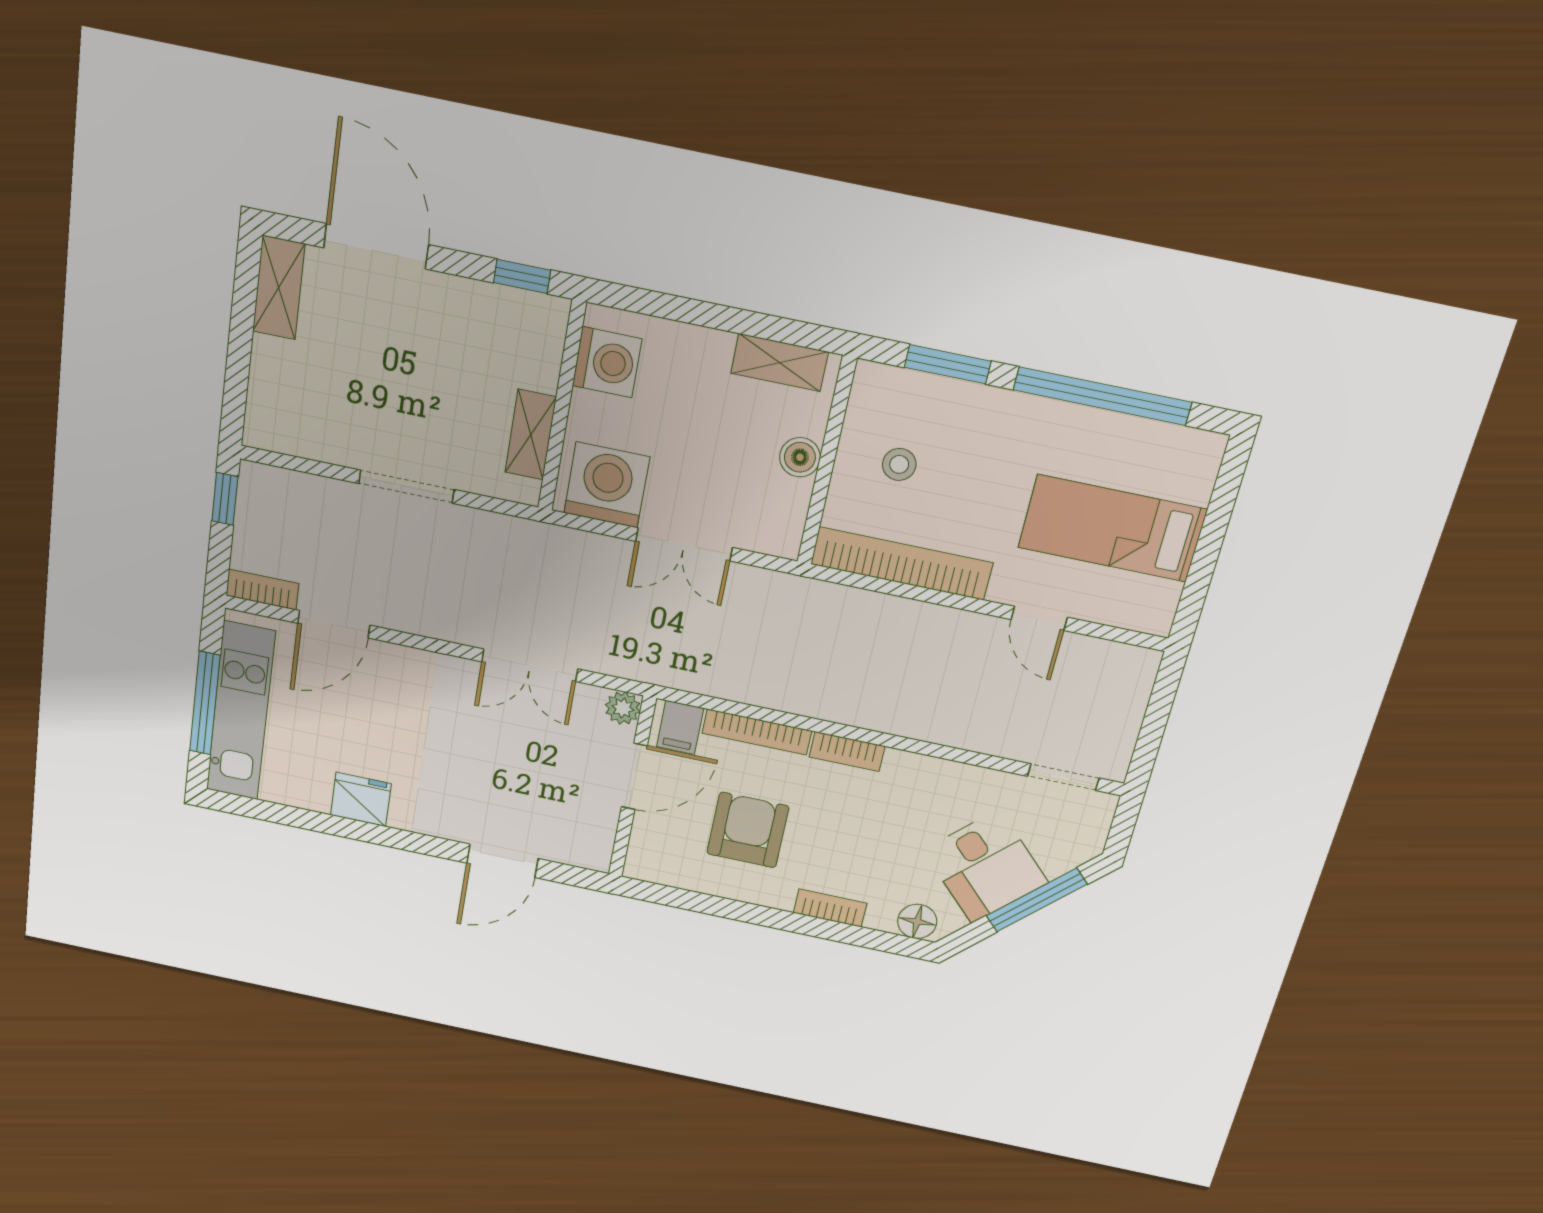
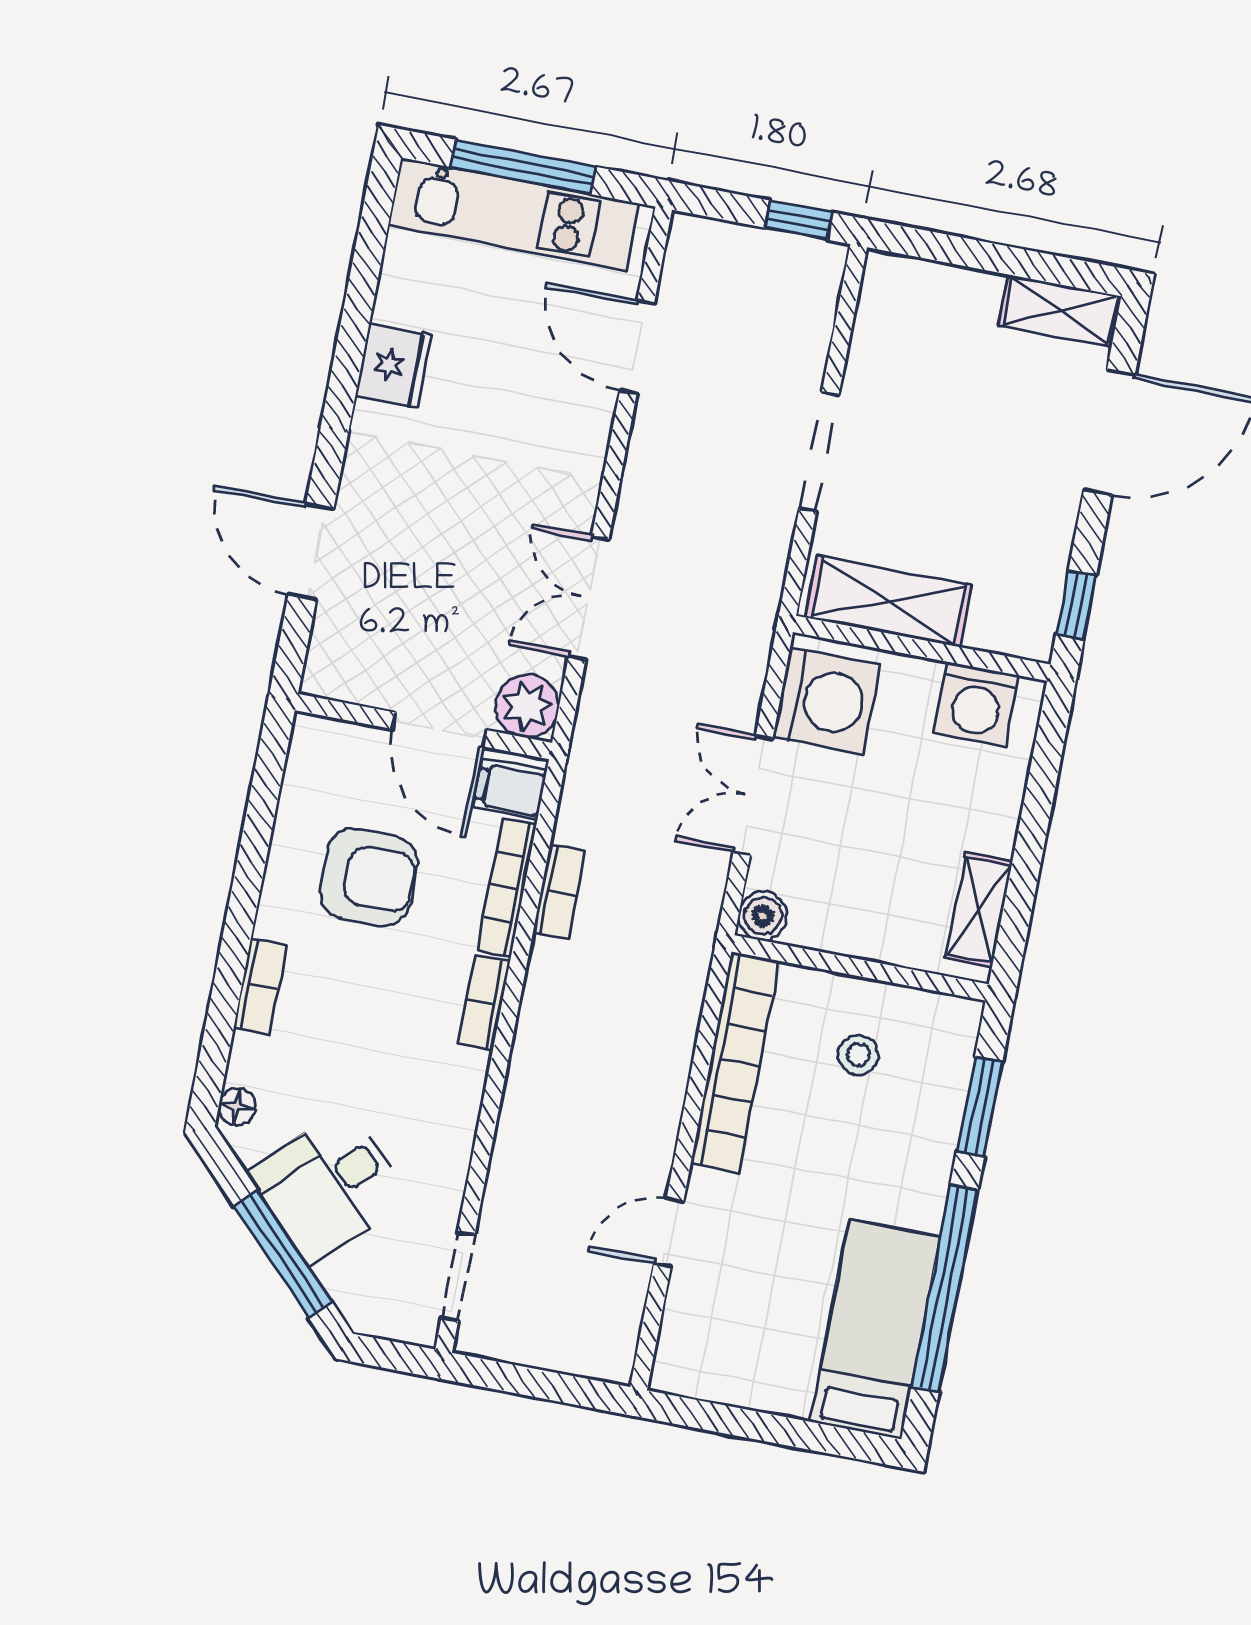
shelving: (531, 435) -> (888, 601), width x1.50, depth x1.33
boiler: (800, 457) -> (763, 916), moved
bed: (1112, 528) -> (875, 1329), moved
bookcase: (262, 590) -> (559, 892), moved
plant: (623, 708) -> (527, 706), width x1.38, depth x1.38
floor lamp: (917, 921) -> (237, 1107), width x0.73, depth x0.73

